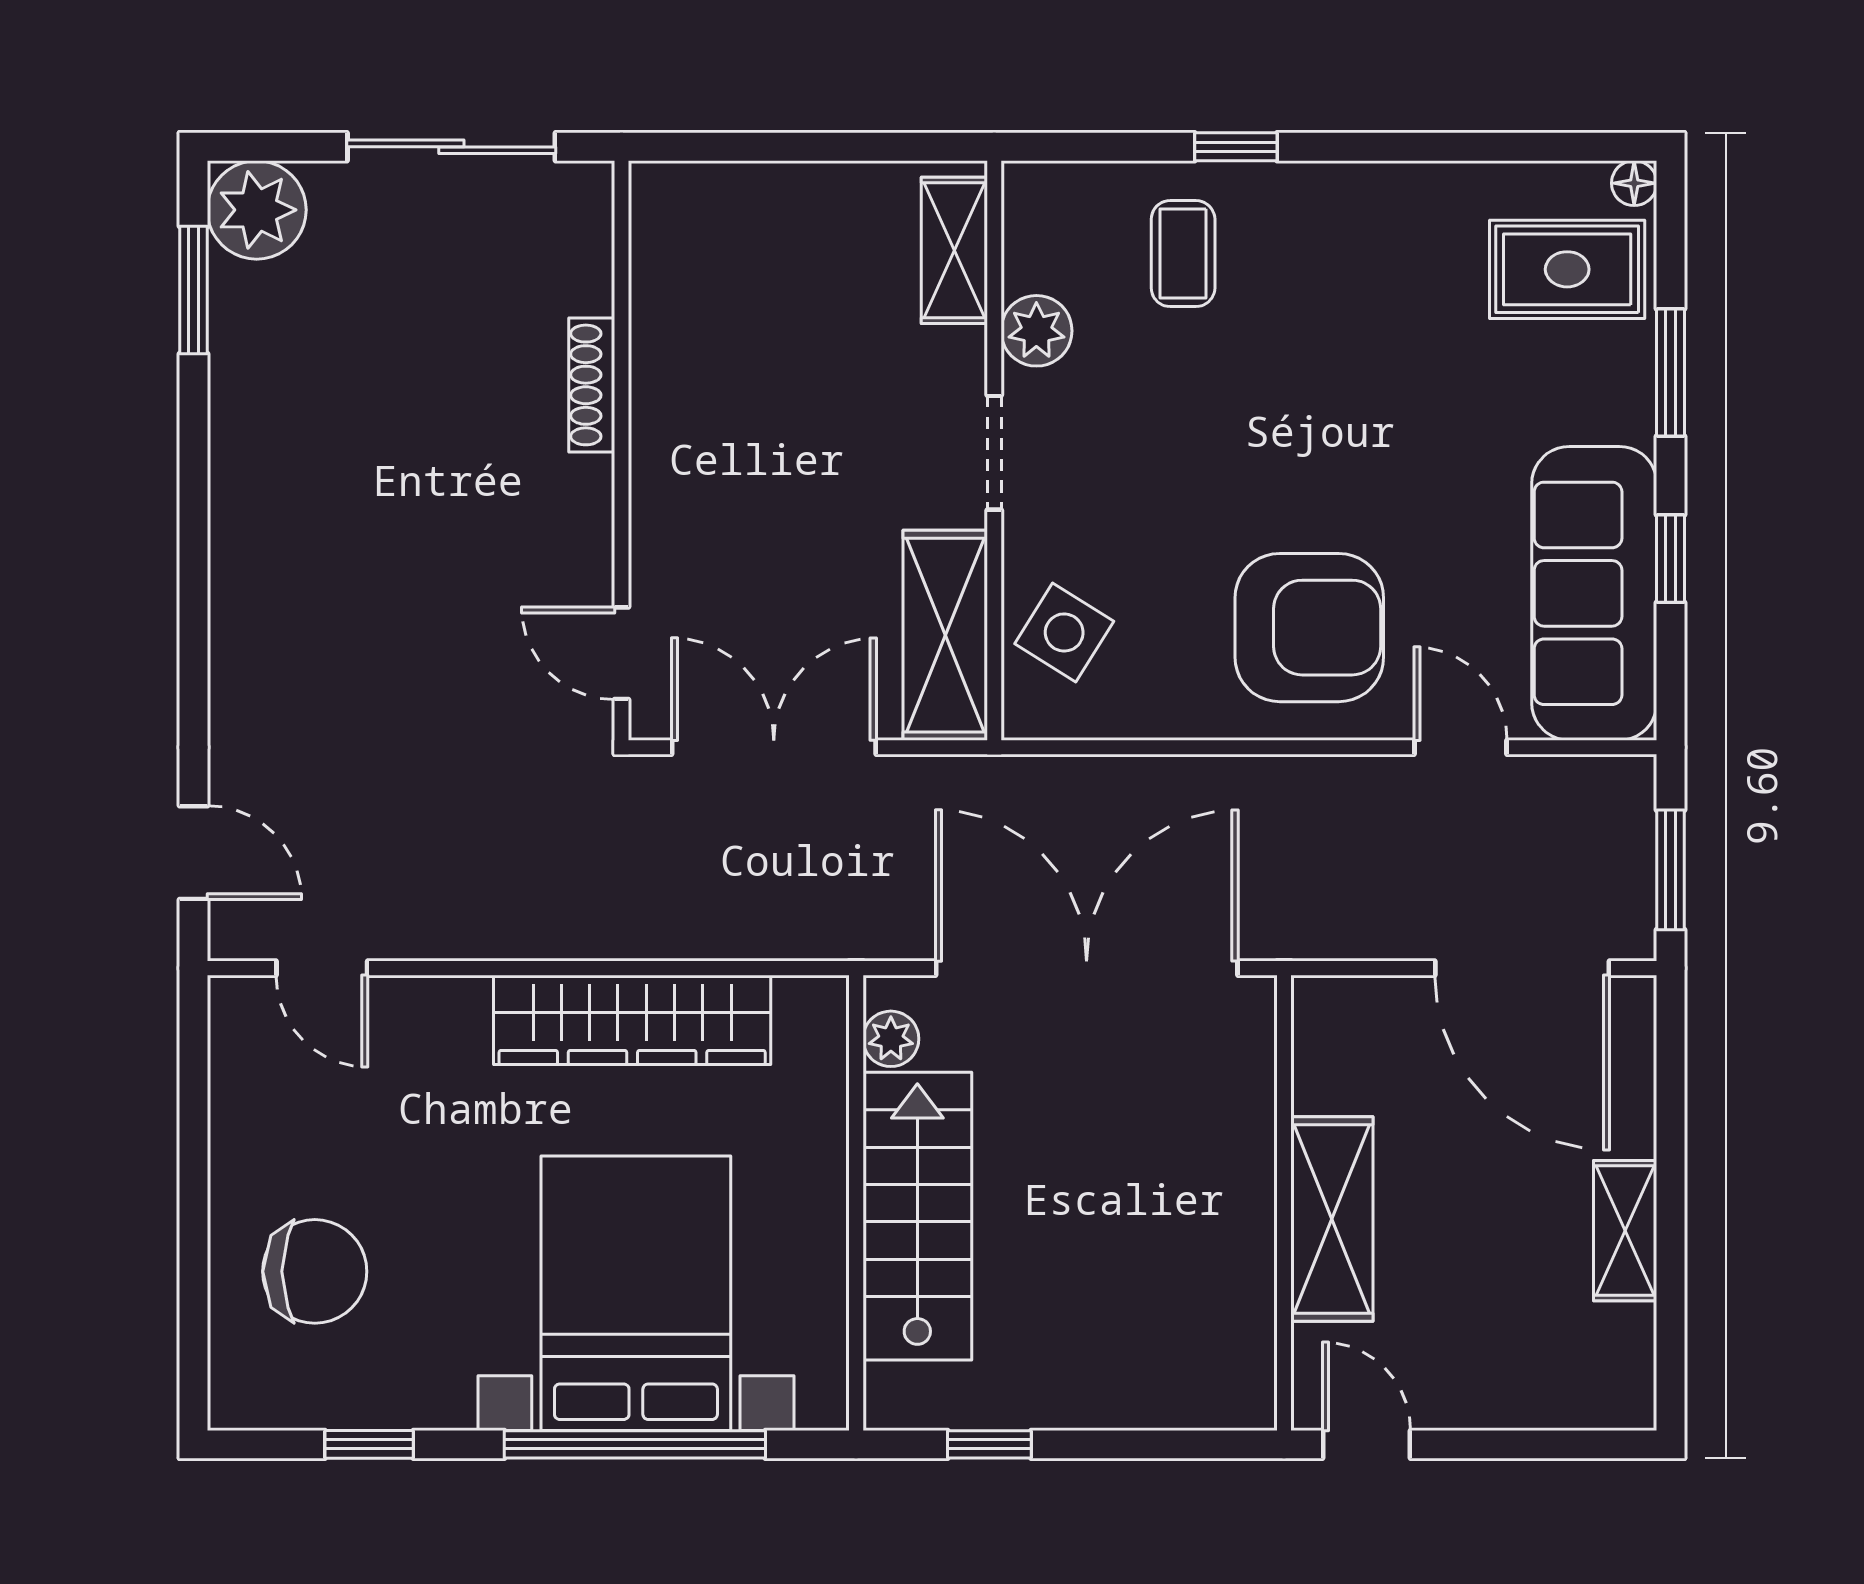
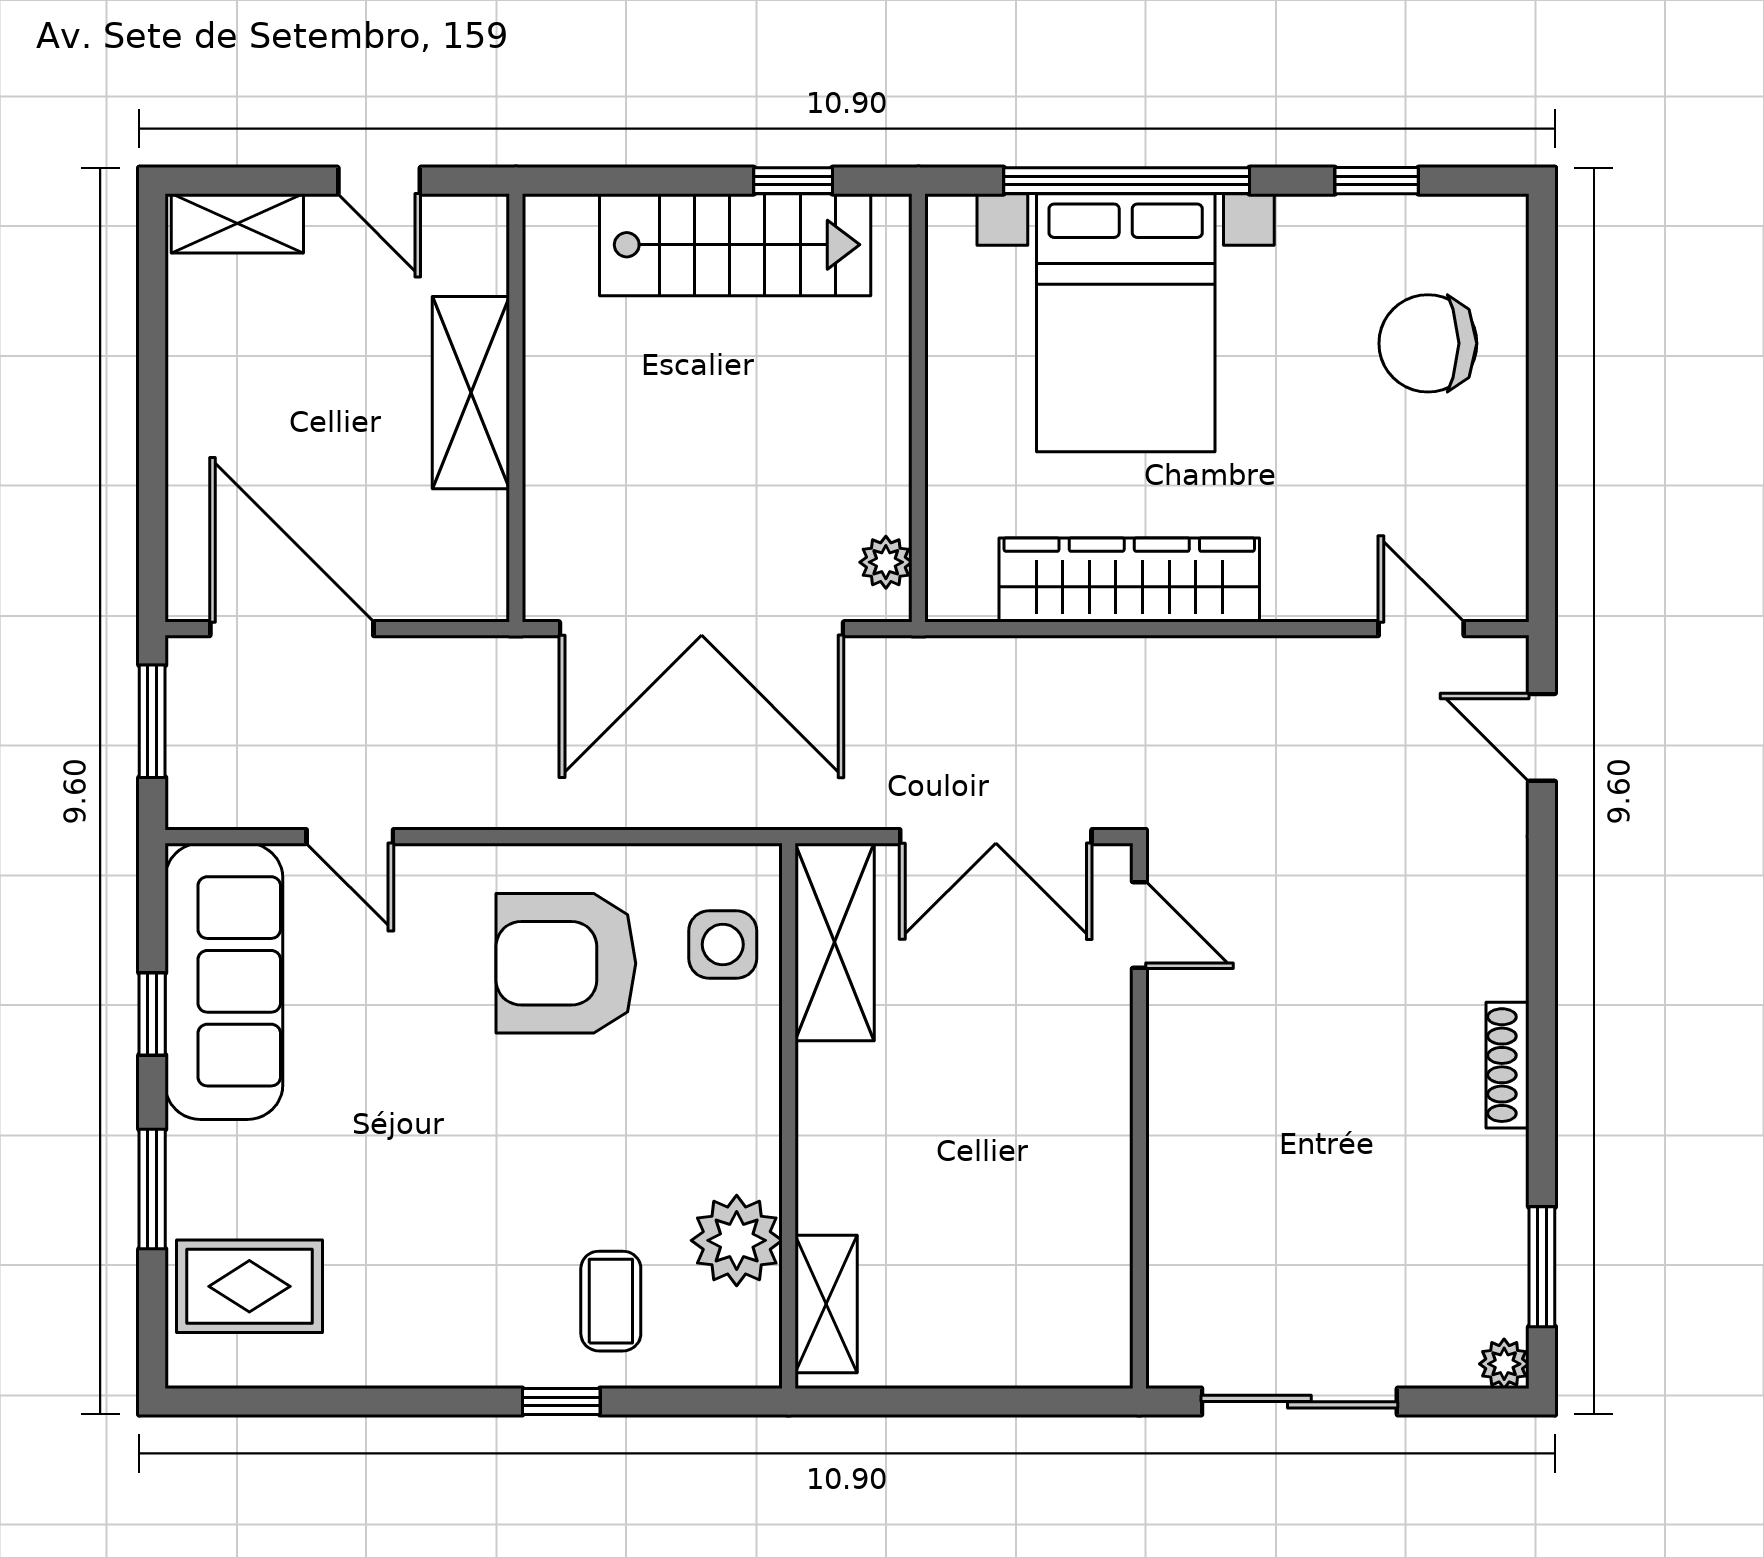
floor lamp: (1634, 183) -> (186, 1367), removed
plant: (257, 210) -> (1504, 1364), width x0.53, depth x0.53
plant: (1036, 331) -> (737, 1240), width x1.36, depth x1.36
shoe rack: (592, 385) -> (1507, 1065), moved, turned 180
doorway: (994, 453) -> (789, 1114), removed
armchair: (1309, 628) -> (566, 963), moved
side table: (1064, 632) -> (723, 945), turned -32
stairs: (917, 1216) -> (735, 245), moved, turned -90
shelving: (1625, 1231) -> (237, 223), moved, turned 90
door: (1367, 1444) -> (379, 181), moved

